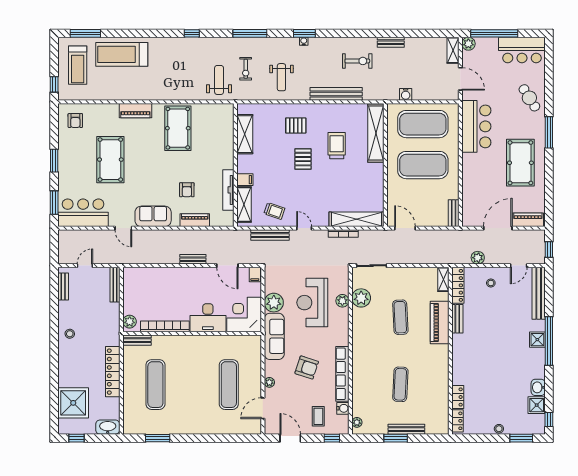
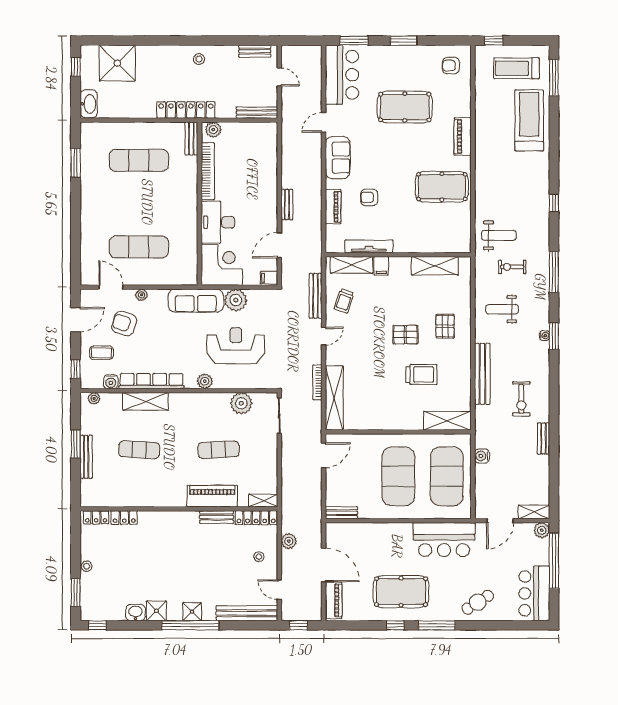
shelving: (376, 133) -> (447, 421), width x0.68
window: (549, 168) -> (395, 625), added
plant: (342, 301) -> (205, 381), moved
armchair: (307, 367) -> (124, 324), moved, turned 89
locker: (113, 372) -> (186, 110), moved
shelving: (359, 379) -> (146, 401), added
shower: (537, 405) -> (156, 611), moved

